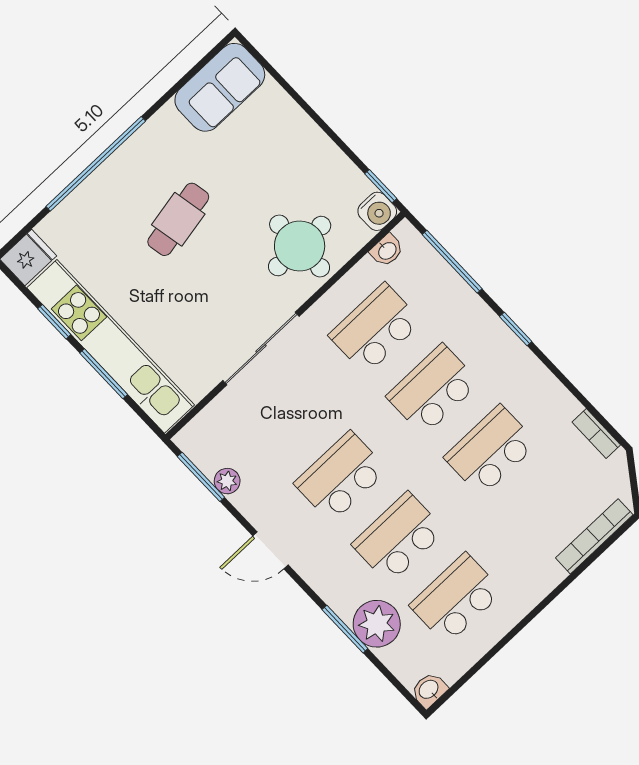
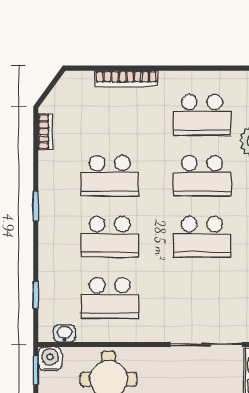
window: (452, 262) -> (36, 295), width x0.46
window: (516, 329) -> (36, 206), moved
sliding door: (261, 348) -> (206, 344), moved
bookcase: (594, 536) -> (126, 79), moved

